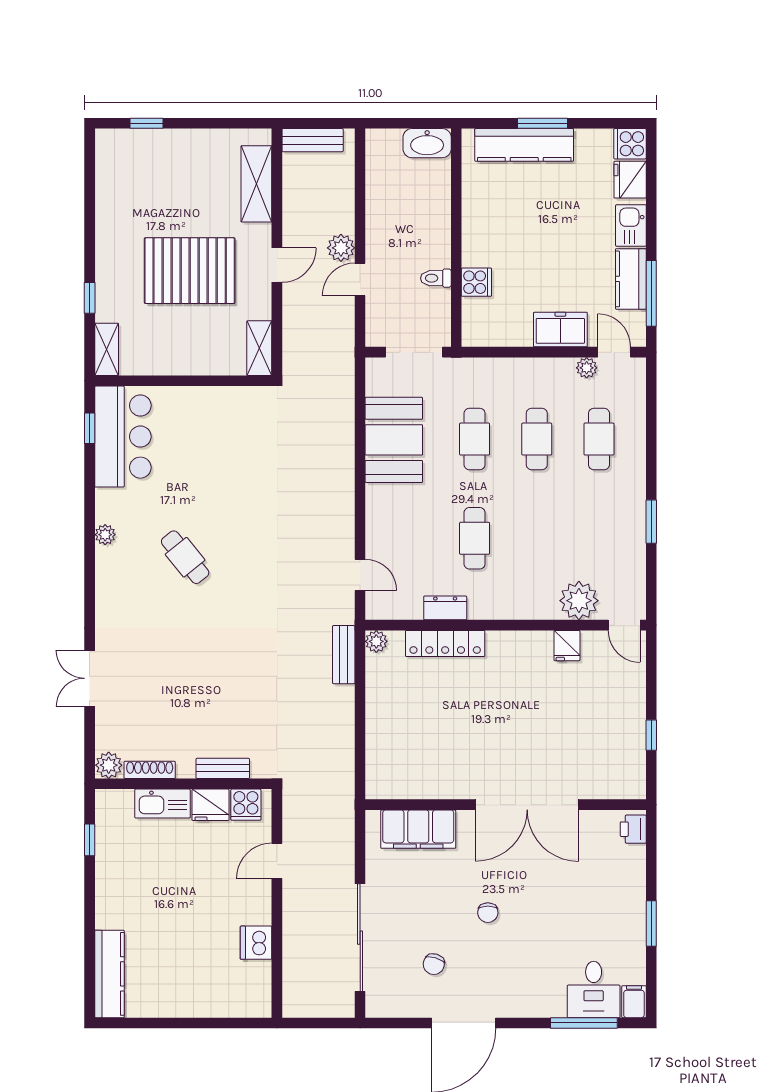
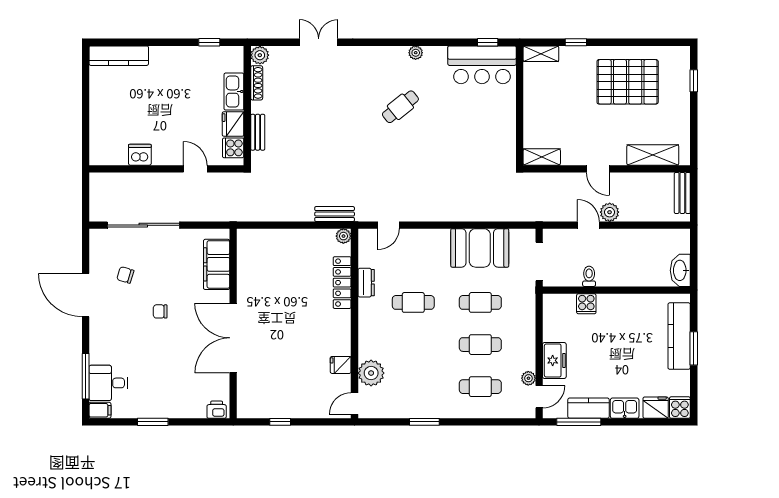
pallet: (190, 271) -> (628, 82), moved, turned 90

